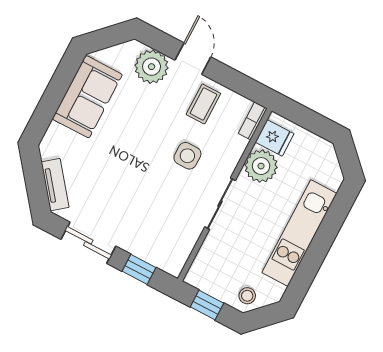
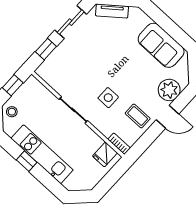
plant: (261, 166) -> (90, 141), removed
window: (316, 254) -> (27, 161), added

